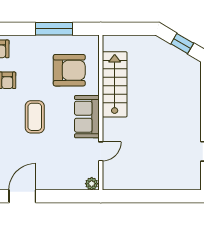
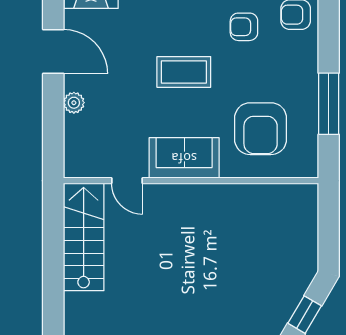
stairs: (115, 84) -> (84, 237), moved, turned -90
plant: (92, 184) -> (74, 103), moved

